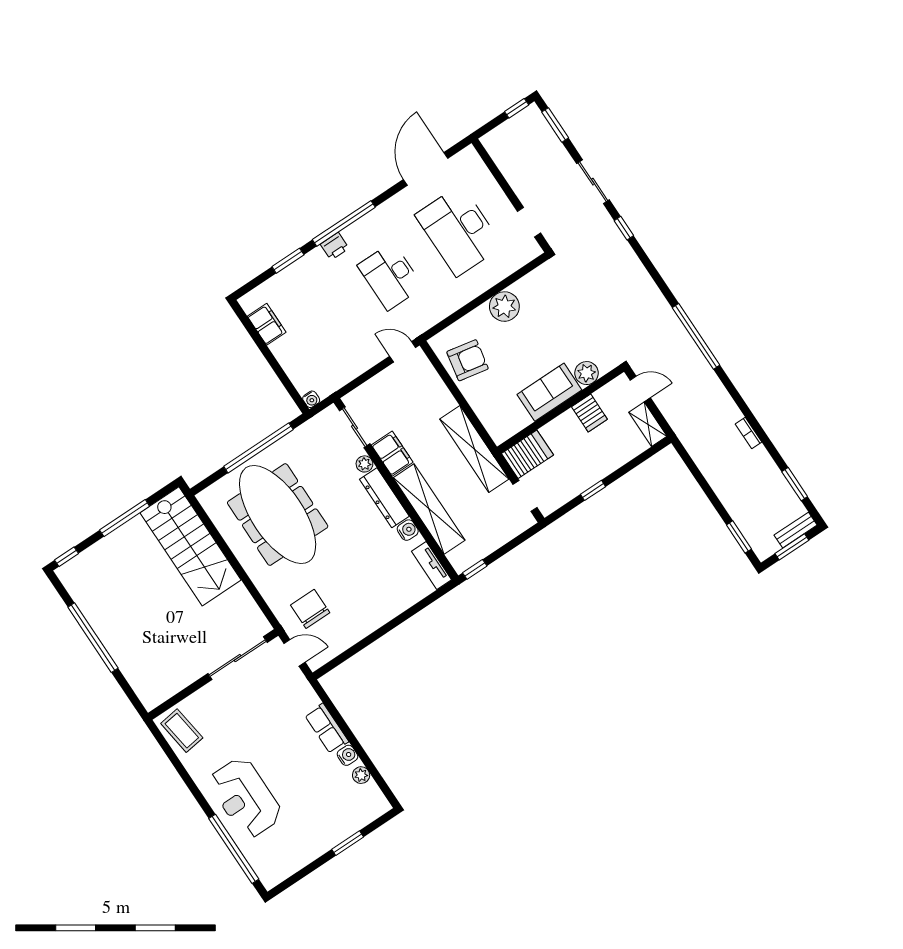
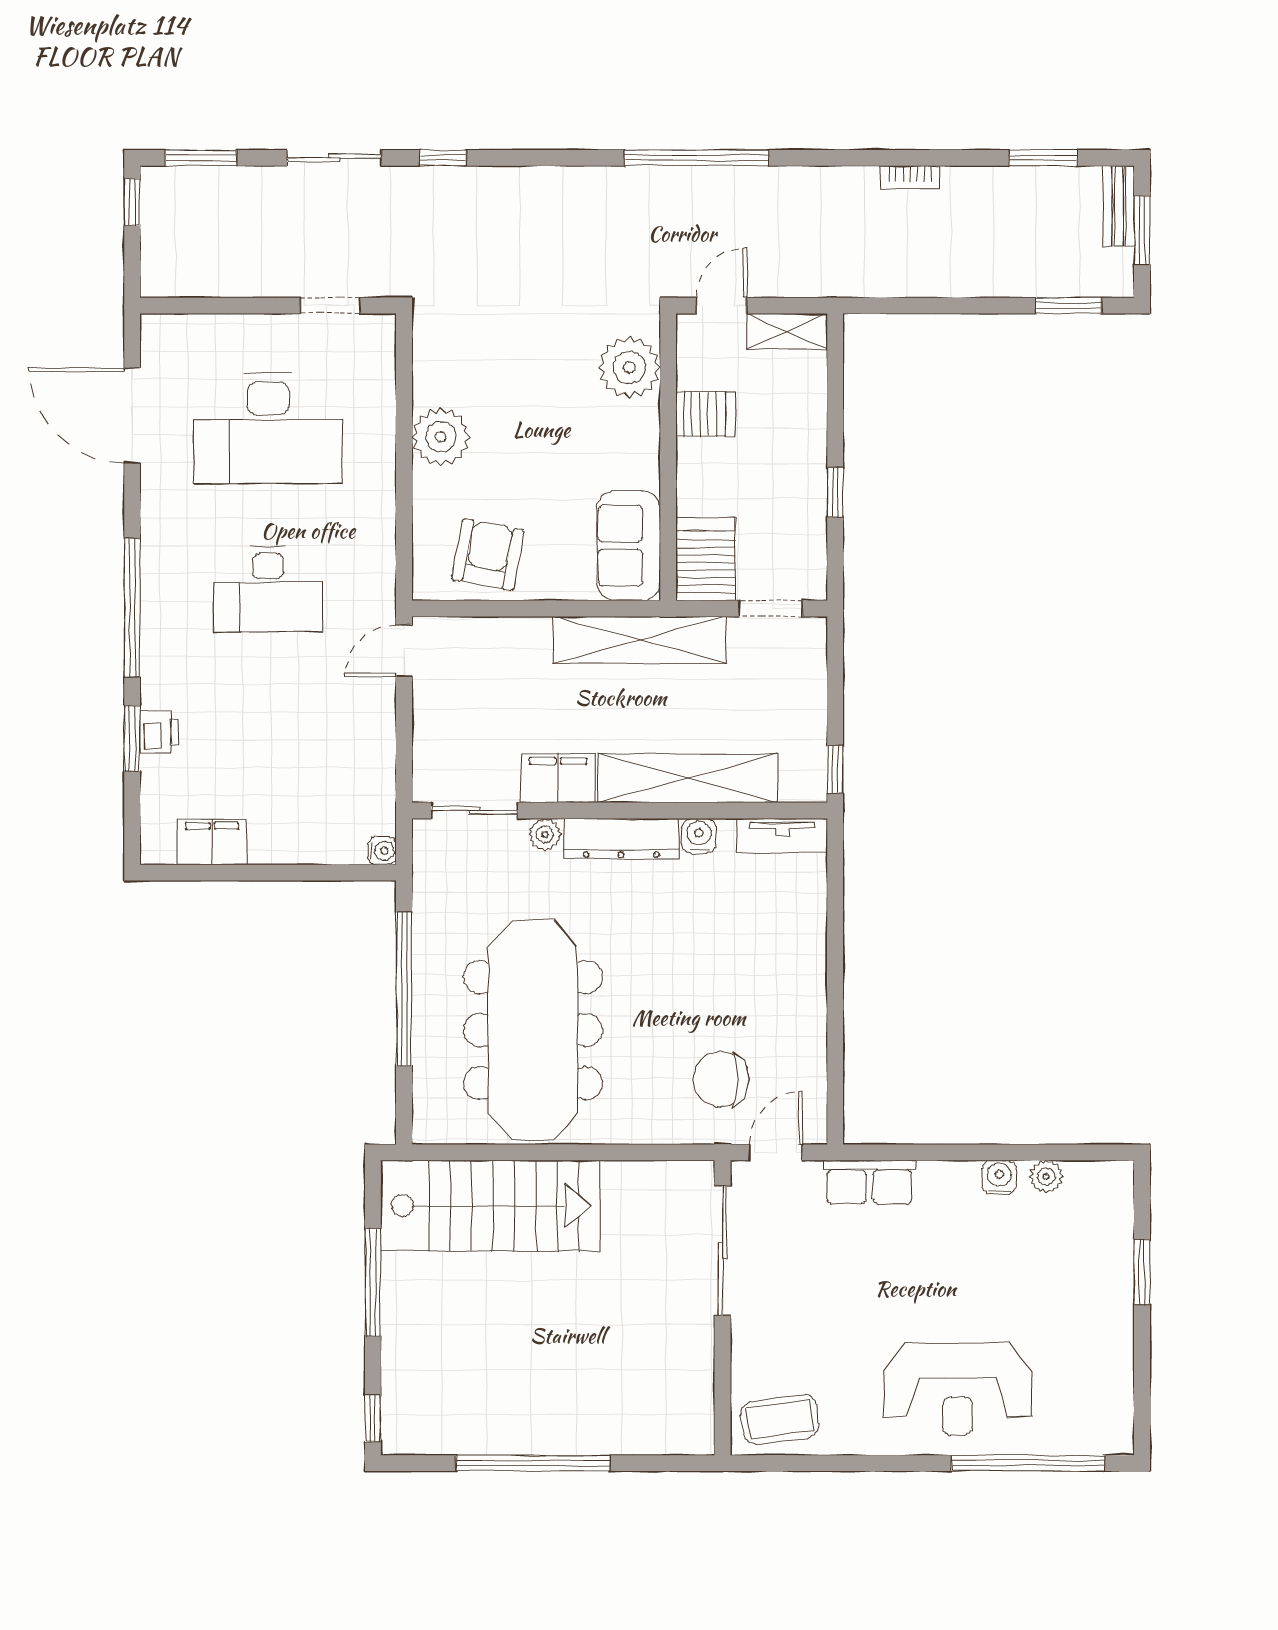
printer: (335, 246) -> (159, 732), moved
plant: (586, 373) -> (629, 367), width x1.36, depth x1.36
sofa: (549, 392) -> (628, 546), moved
meeting table: (278, 515) -> (533, 1030), turned 90
row of seats: (327, 728) -> (869, 1182), moved

